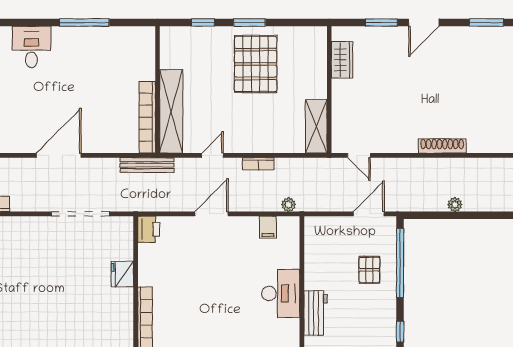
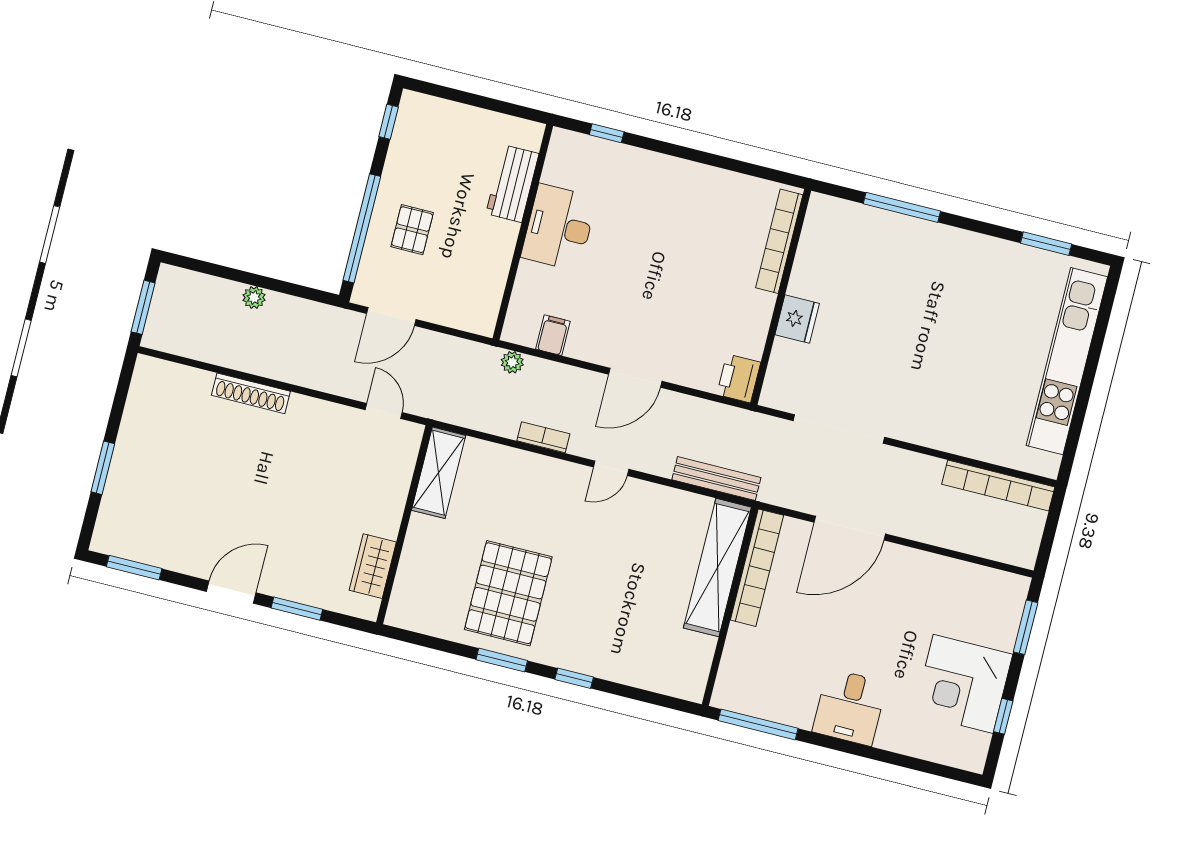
wall: (158, 90) -> (730, 607), moved
shelving: (171, 111) -> (717, 568), moved
bookcase: (147, 117) -> (757, 568), moved

